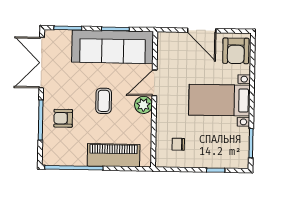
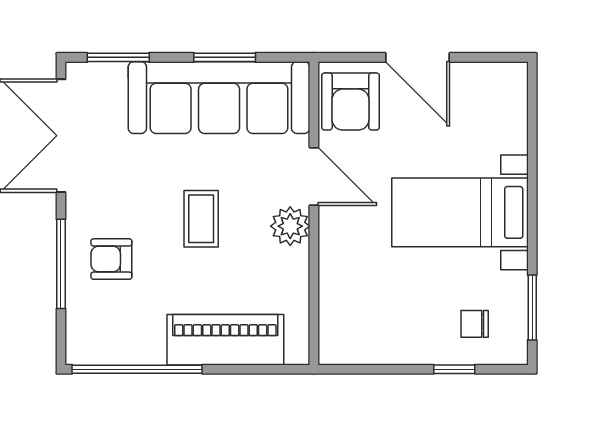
armchair: (236, 51) -> (350, 102), moved
door: (154, 83) -> (314, 176), swing flipped
chair: (178, 144) -> (475, 324), moved

